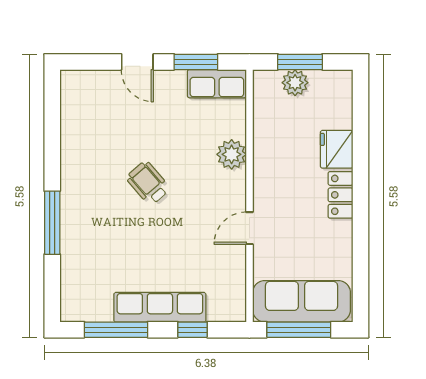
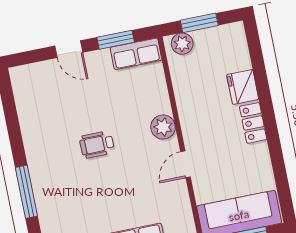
plant: (295, 83) -> (182, 44), moved
plant: (232, 154) -> (163, 127), moved
wheelchair: (148, 183) -> (97, 145), turned -49

